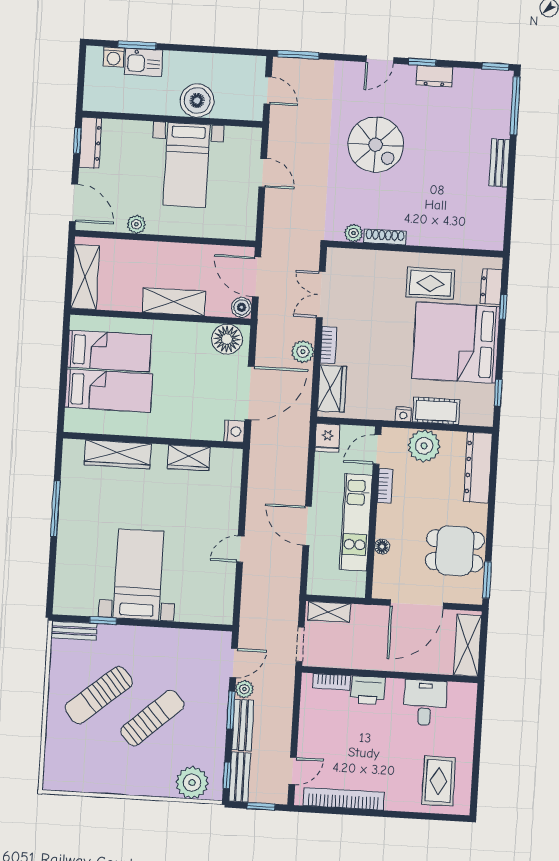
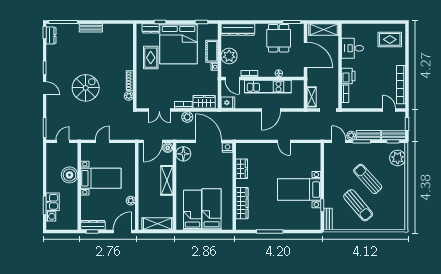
dresser: (434, 76) -> (51, 35), moved

